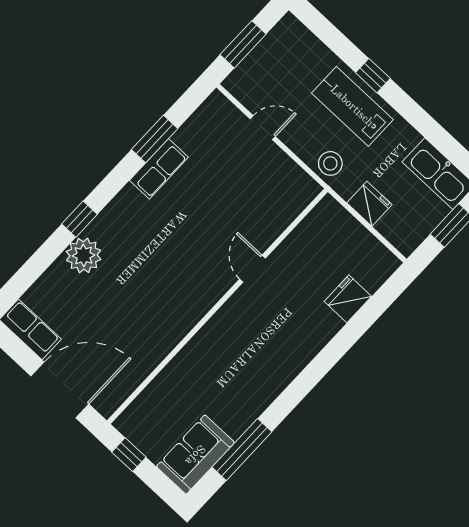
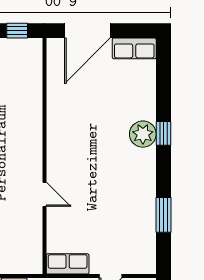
row of seats: (159, 169) -> (68, 264), moved, turned 90
plant: (84, 255) -> (143, 134), moved

